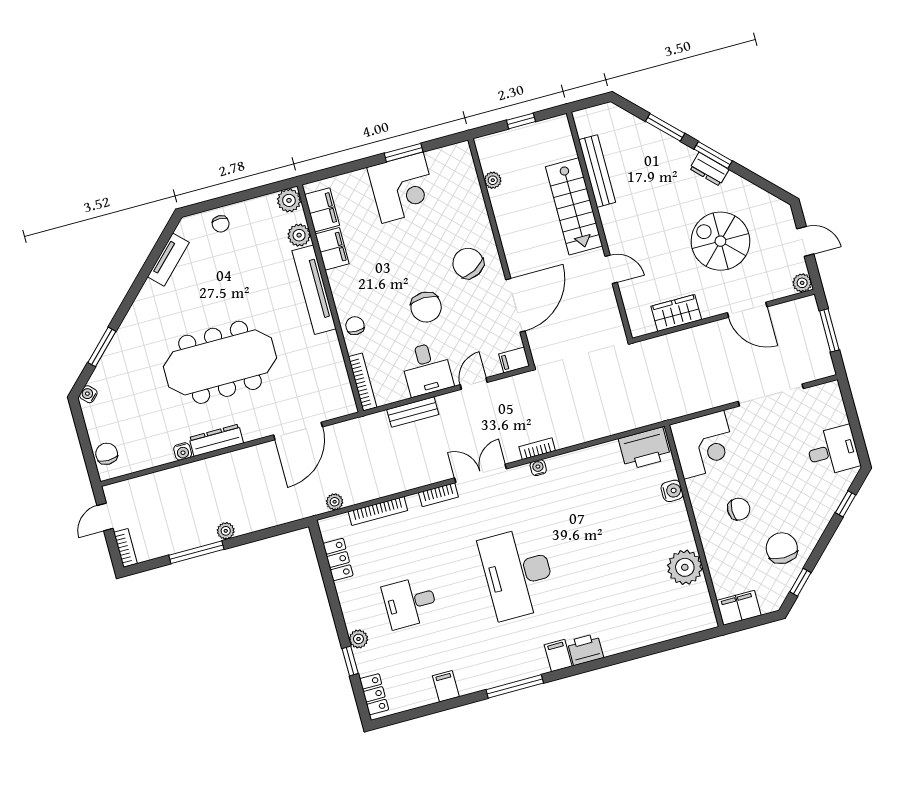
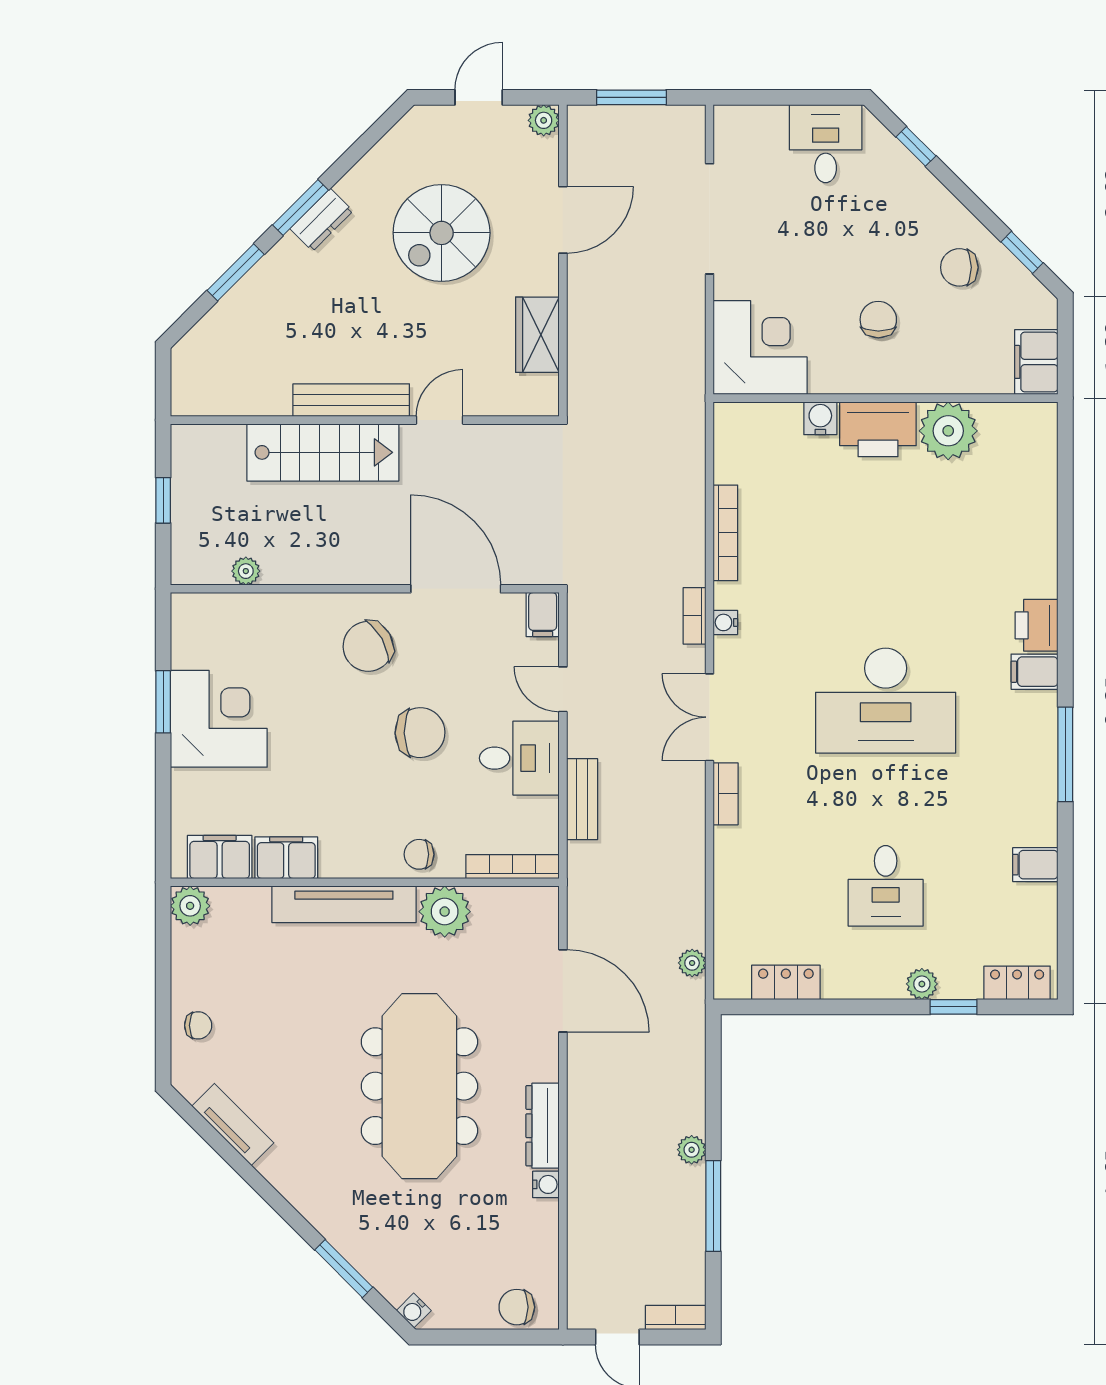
bench: (597, 171) -> (351, 400), moved
plant: (299, 235) -> (445, 912), moved, width x1.36, depth x1.36
printer: (645, 449) -> (878, 429), moved, turned 90
bookcase: (378, 511) -> (725, 533), moved
chair: (782, 548) -> (959, 267), width x0.73, depth x0.73

